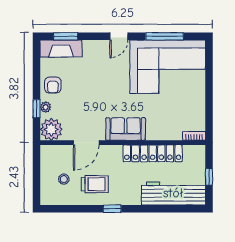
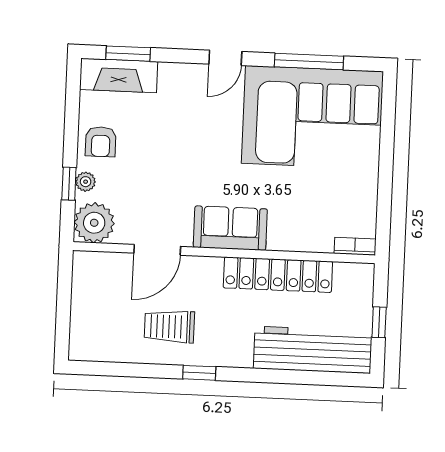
stool: (64, 179) -> (113, 315), removed
trolley: (95, 184) -> (169, 326), turned 180

